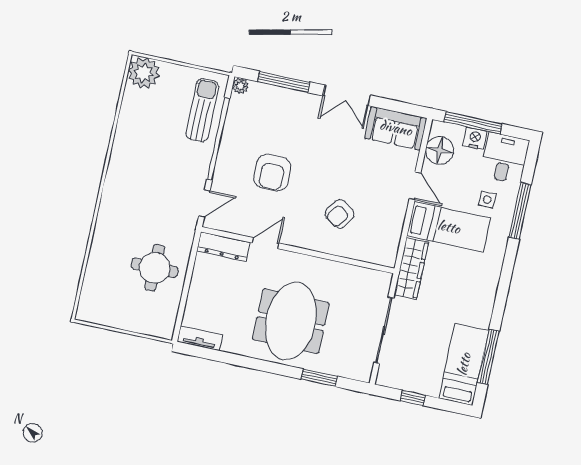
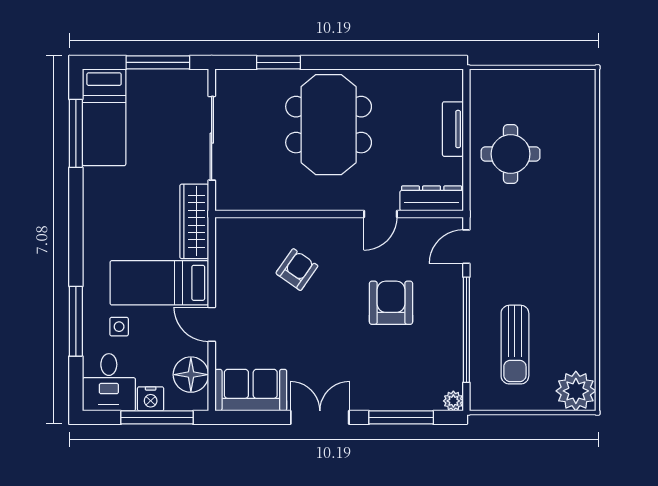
sun lounger: (202, 110) -> (515, 345), moved
tv unit: (200, 338) -> (453, 129), moved, turned 90
window: (413, 398) -> (158, 62), width x2.17

